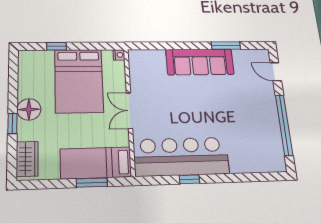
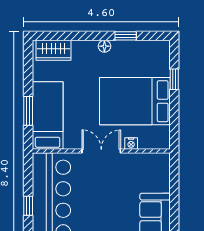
nightstand: (119, 55) -> (131, 143), moved
floor lamp: (29, 109) -> (104, 46), width x0.53, depth x0.53
window: (12, 123) -> (126, 36), moved

